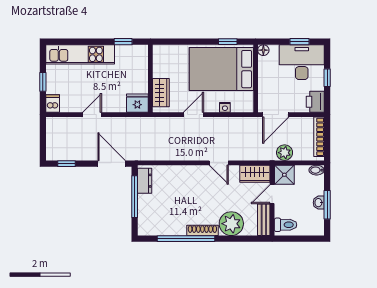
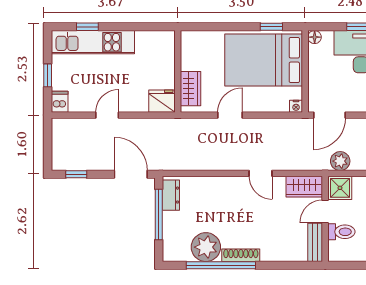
window: (123, 42) -> (87, 27), moved
nightstand: (225, 107) -> (296, 106), moved
plant: (231, 224) -> (206, 247), moved
toilet: (286, 225) -> (341, 232), moved

